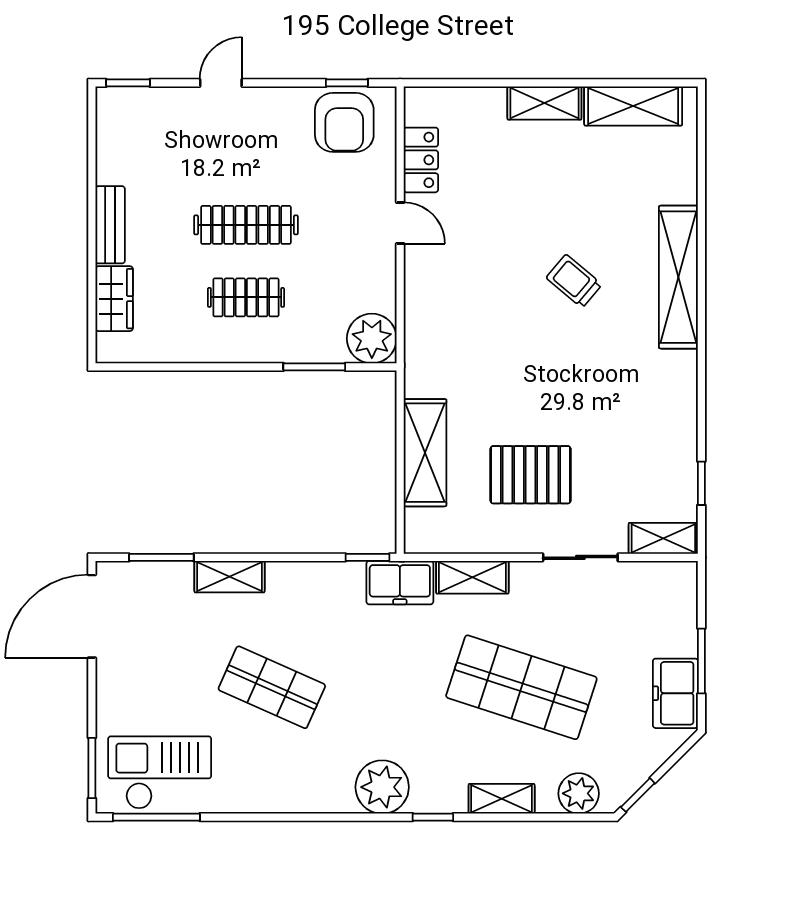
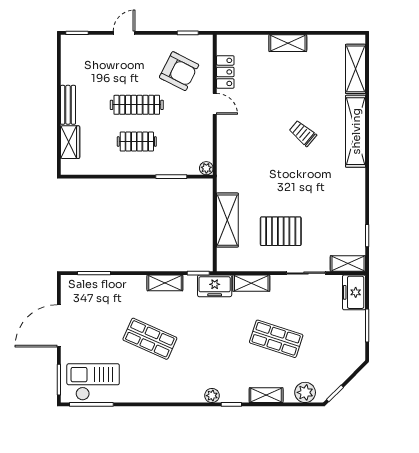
shelving: (633, 106) -> (356, 69), moved, turned 90
armchair: (344, 122) -> (179, 71), moved, turned -63
plant: (372, 339) -> (206, 168), width x0.53, depth x0.53
shelving: (229, 577) -> (165, 283), moved
door: (92, 616) -> (59, 326), moved
shop shelf: (521, 687) -> (276, 339), width x0.70, depth x0.74
freezer: (675, 693) -> (354, 292), moved
plant: (382, 787) -> (212, 396), width x0.53, depth x0.53

